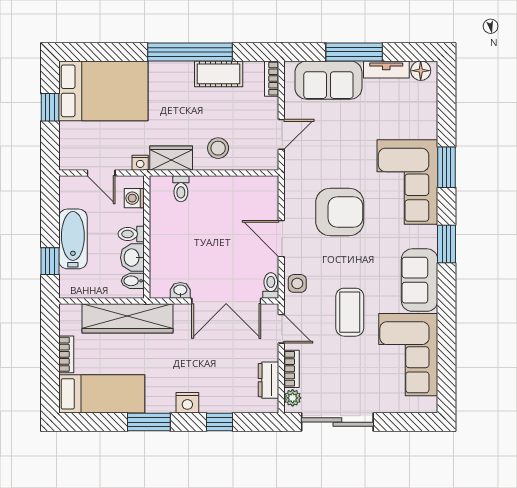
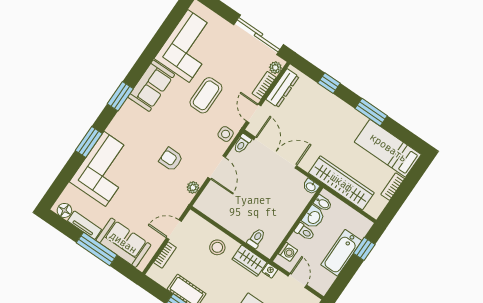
bookcase: (272, 79) -> (165, 255), moved
corner sofa: (407, 182) -> (105, 169), moved
plant: (293, 197) -> (193, 188), added
armchair: (340, 212) -> (171, 159), width x0.53, depth x0.53
washbasin: (180, 290) -> (311, 187), moved
dresser: (268, 380) -> (282, 88), width x1.44
nightstand: (187, 403) -> (340, 108), removed

